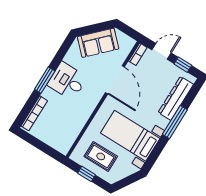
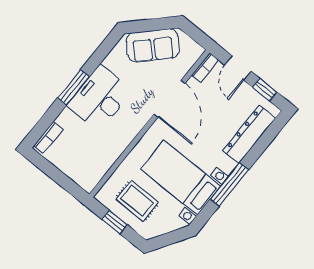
door: (162, 51) -> (238, 68), swing flipped
desk: (67, 81) -> (100, 98), width x1.37
bookcase: (34, 113) -> (48, 137), width x0.64
window: (175, 122) -> (230, 184), moved

